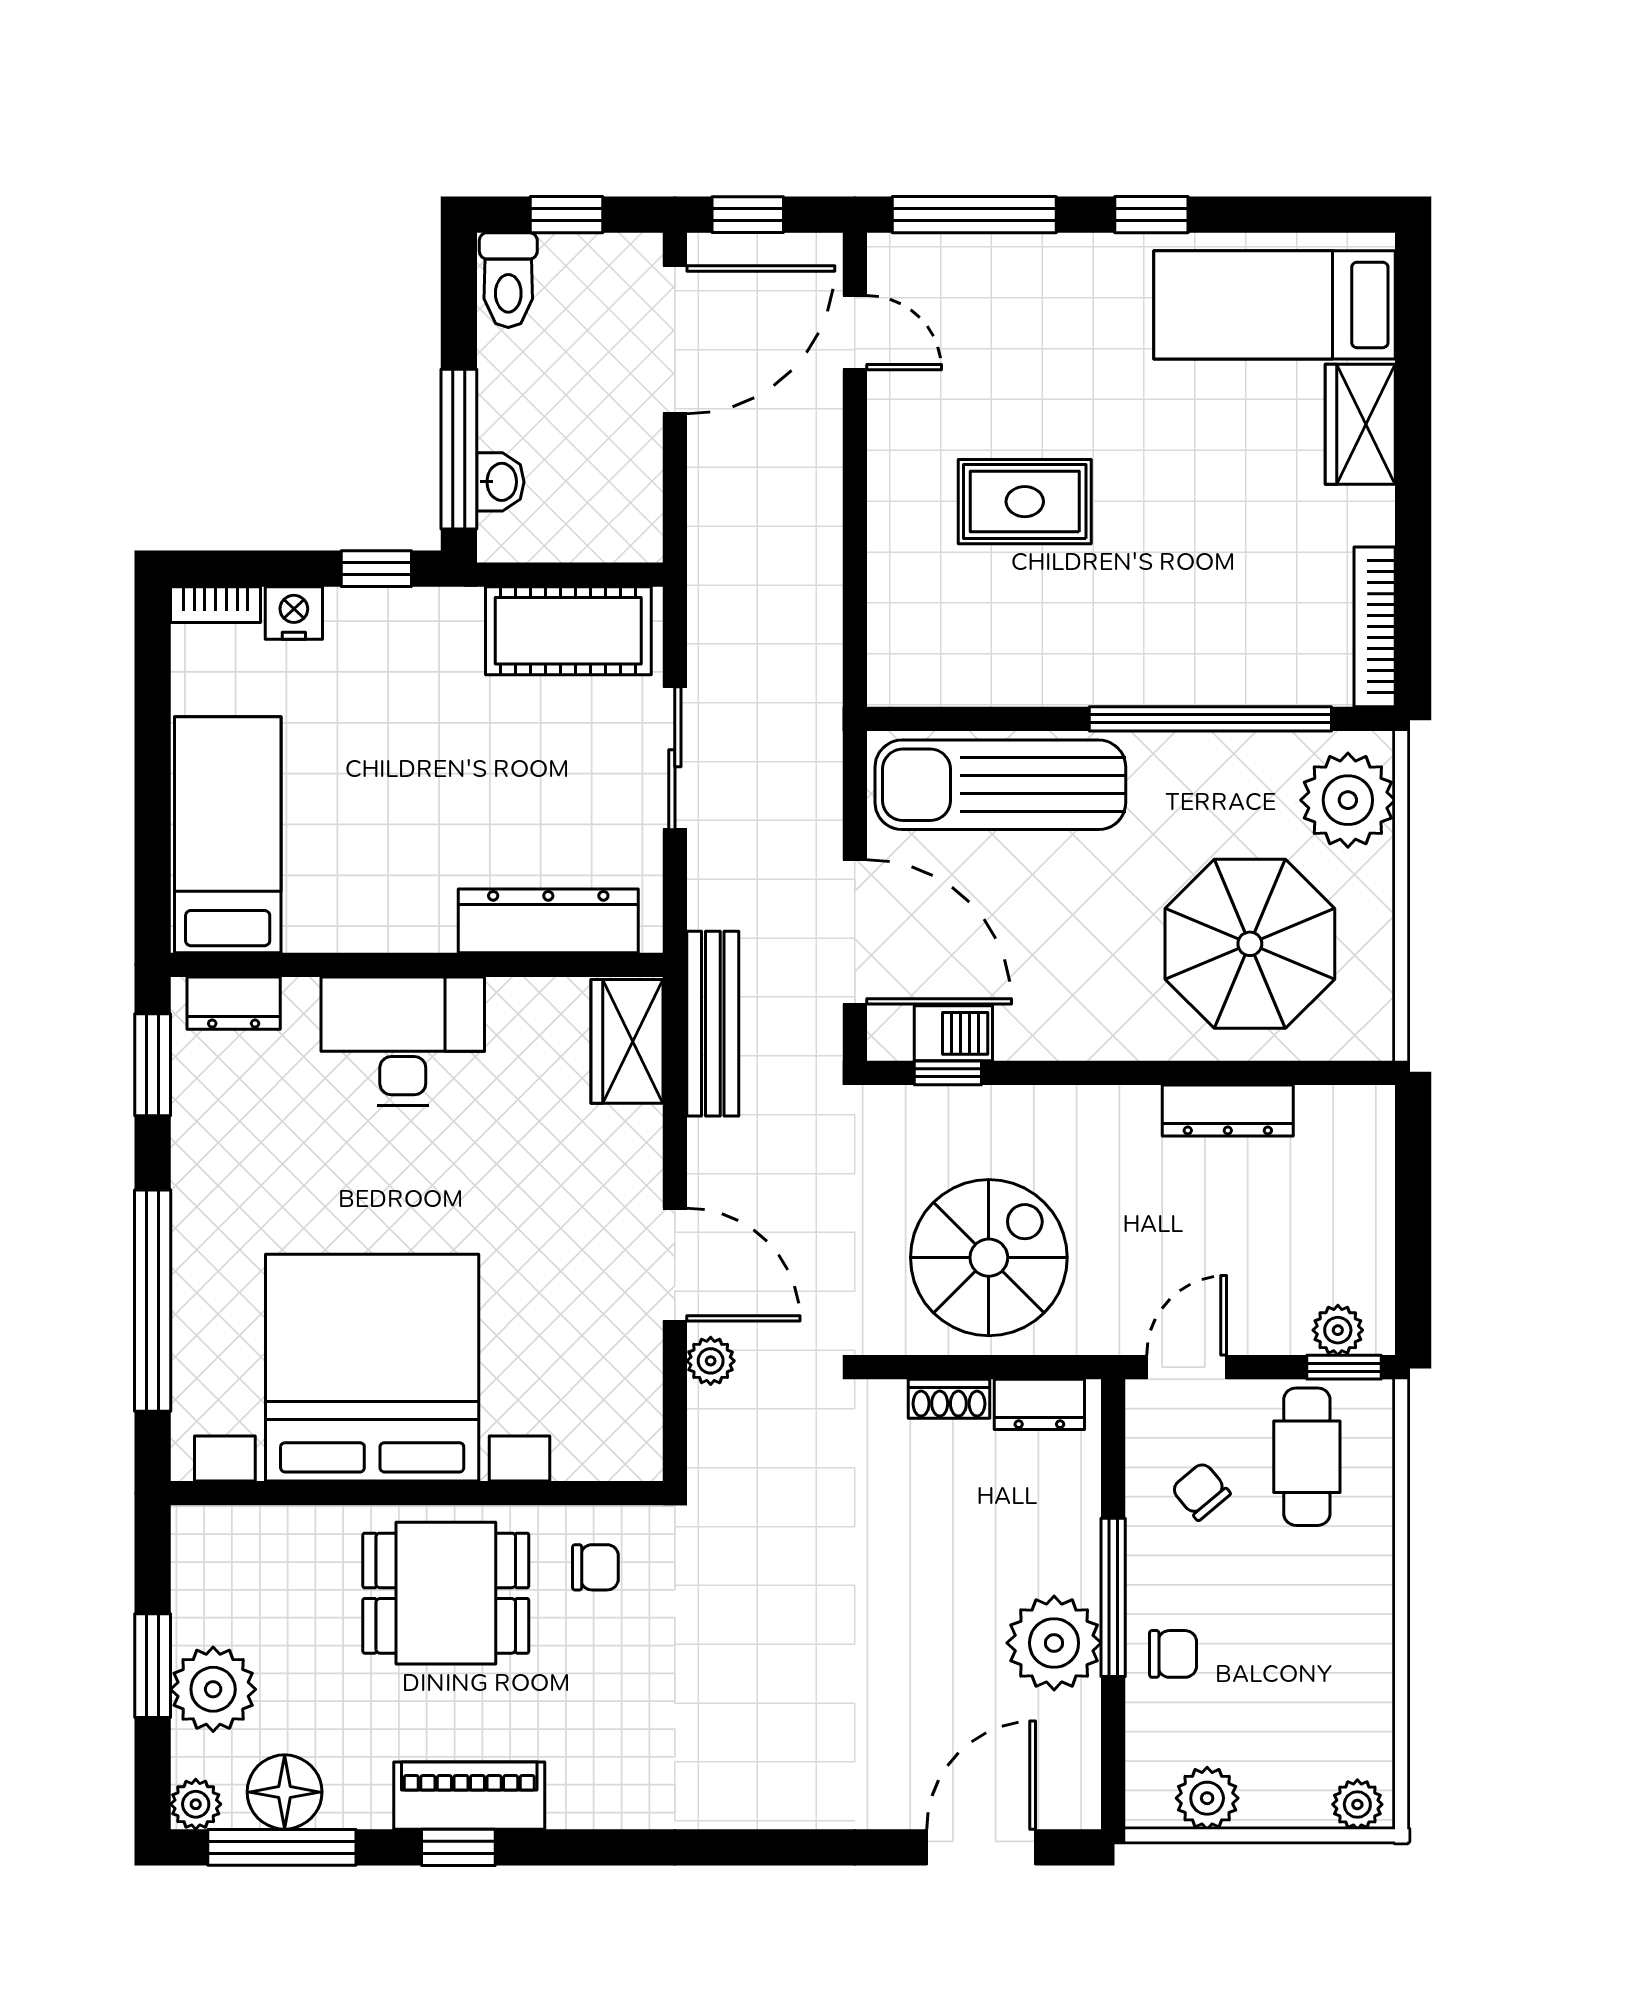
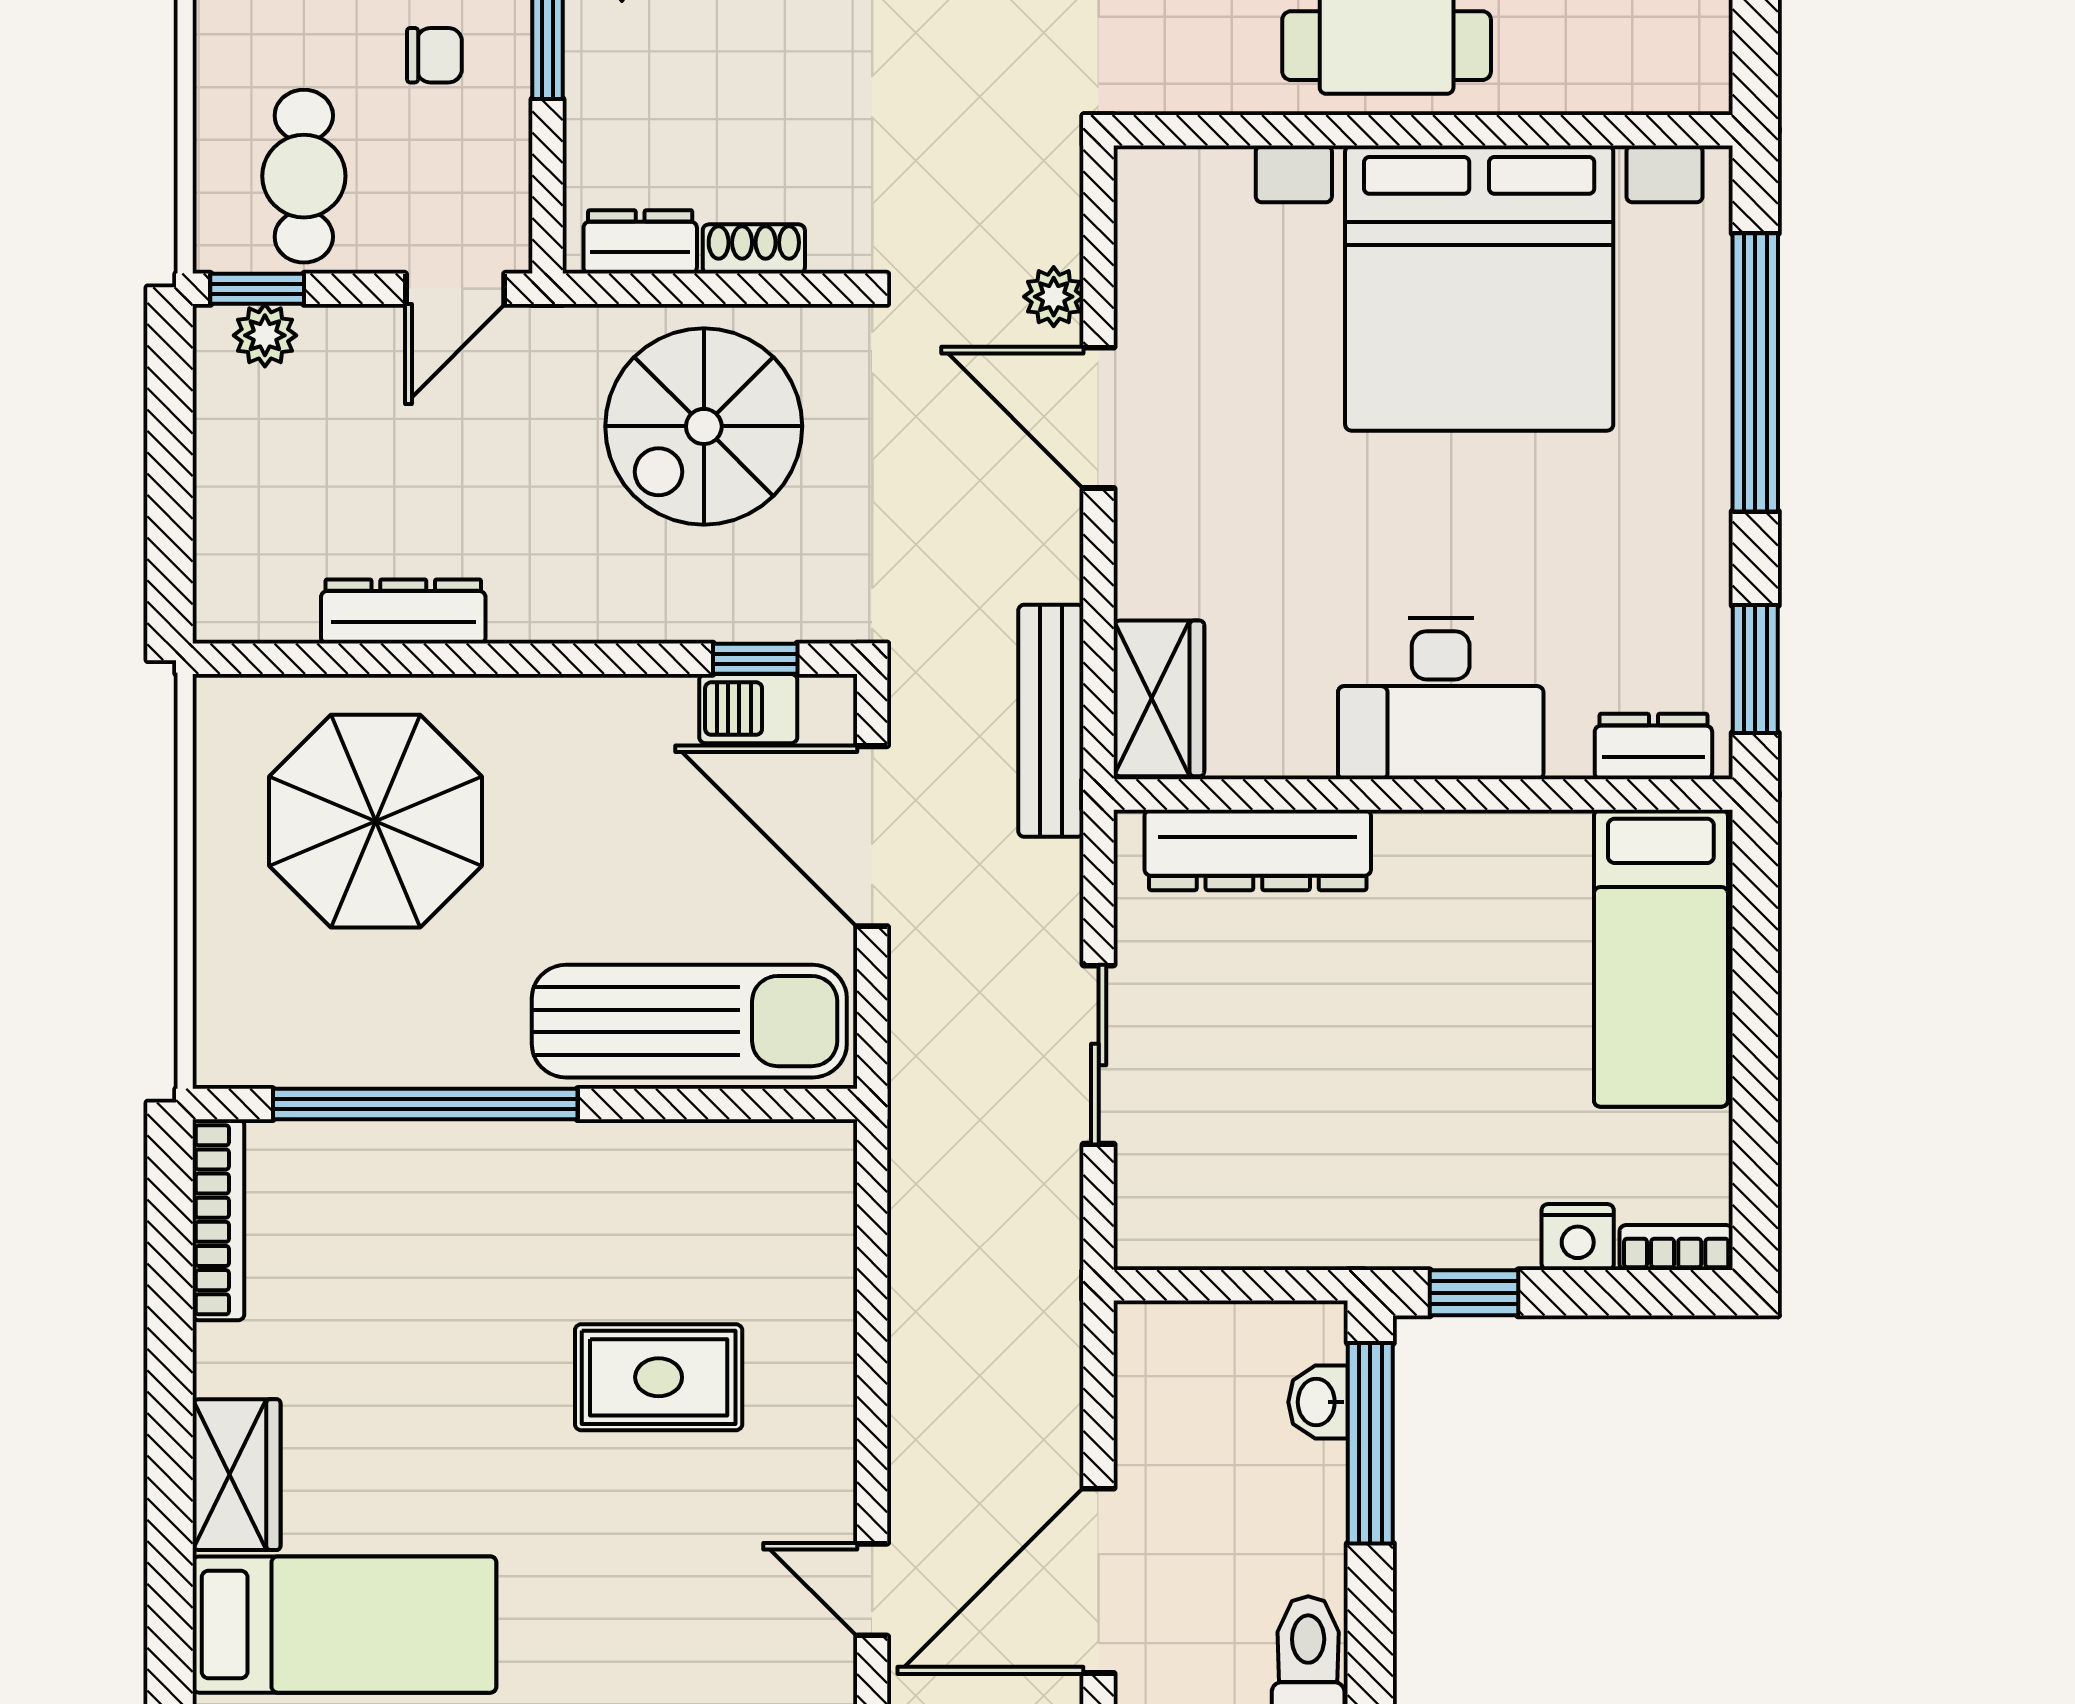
cot: (568, 631) -> (1233, 1215), removed
plant: (1348, 800) -> (252, 1002), removed
chair: (1201, 1491) -> (434, 55), moved, turned -50
chair: (595, 1567) -> (1198, 37), removed

